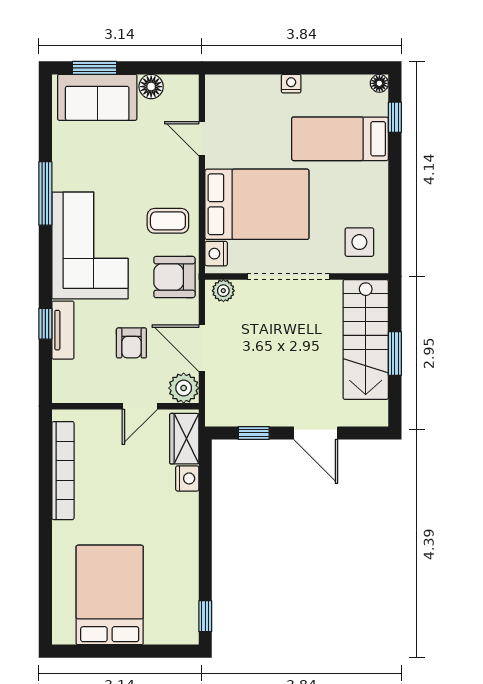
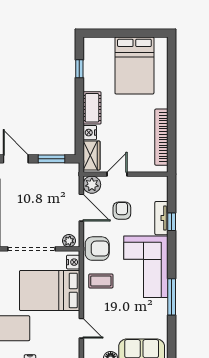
window: (254, 433) -> (51, 159), width x1.50
cot: (183, 521) -> (92, 108), added
window: (205, 616) -> (79, 69), moved

